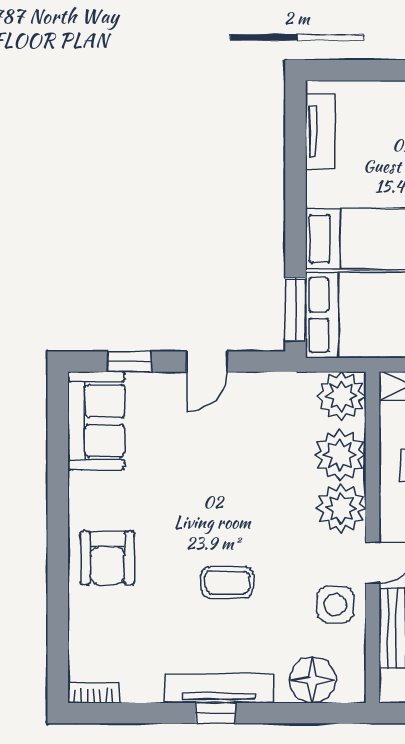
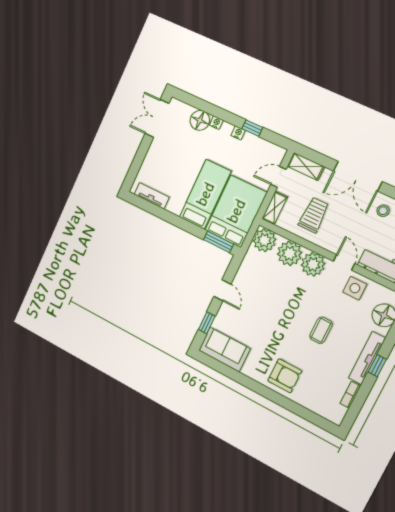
bookcase: (94, 693) -> (350, 395), moved

